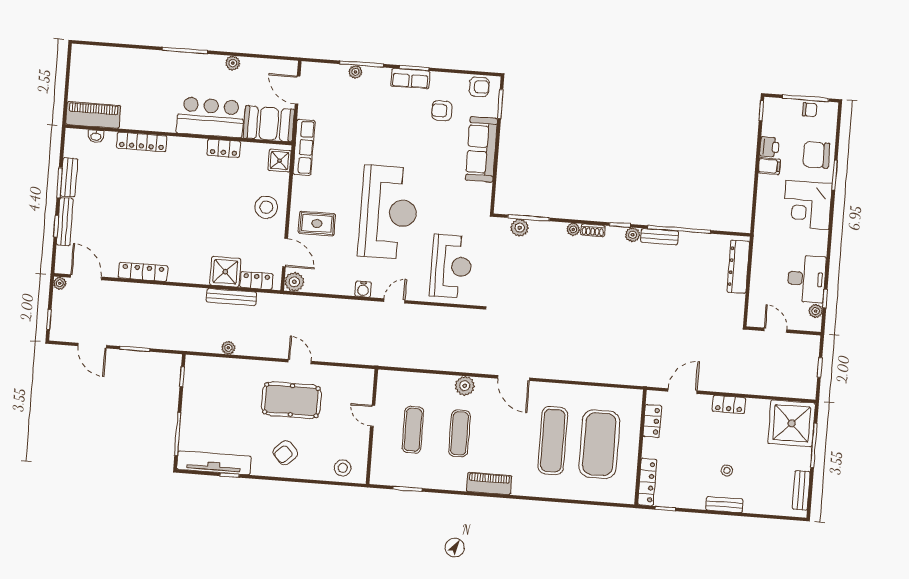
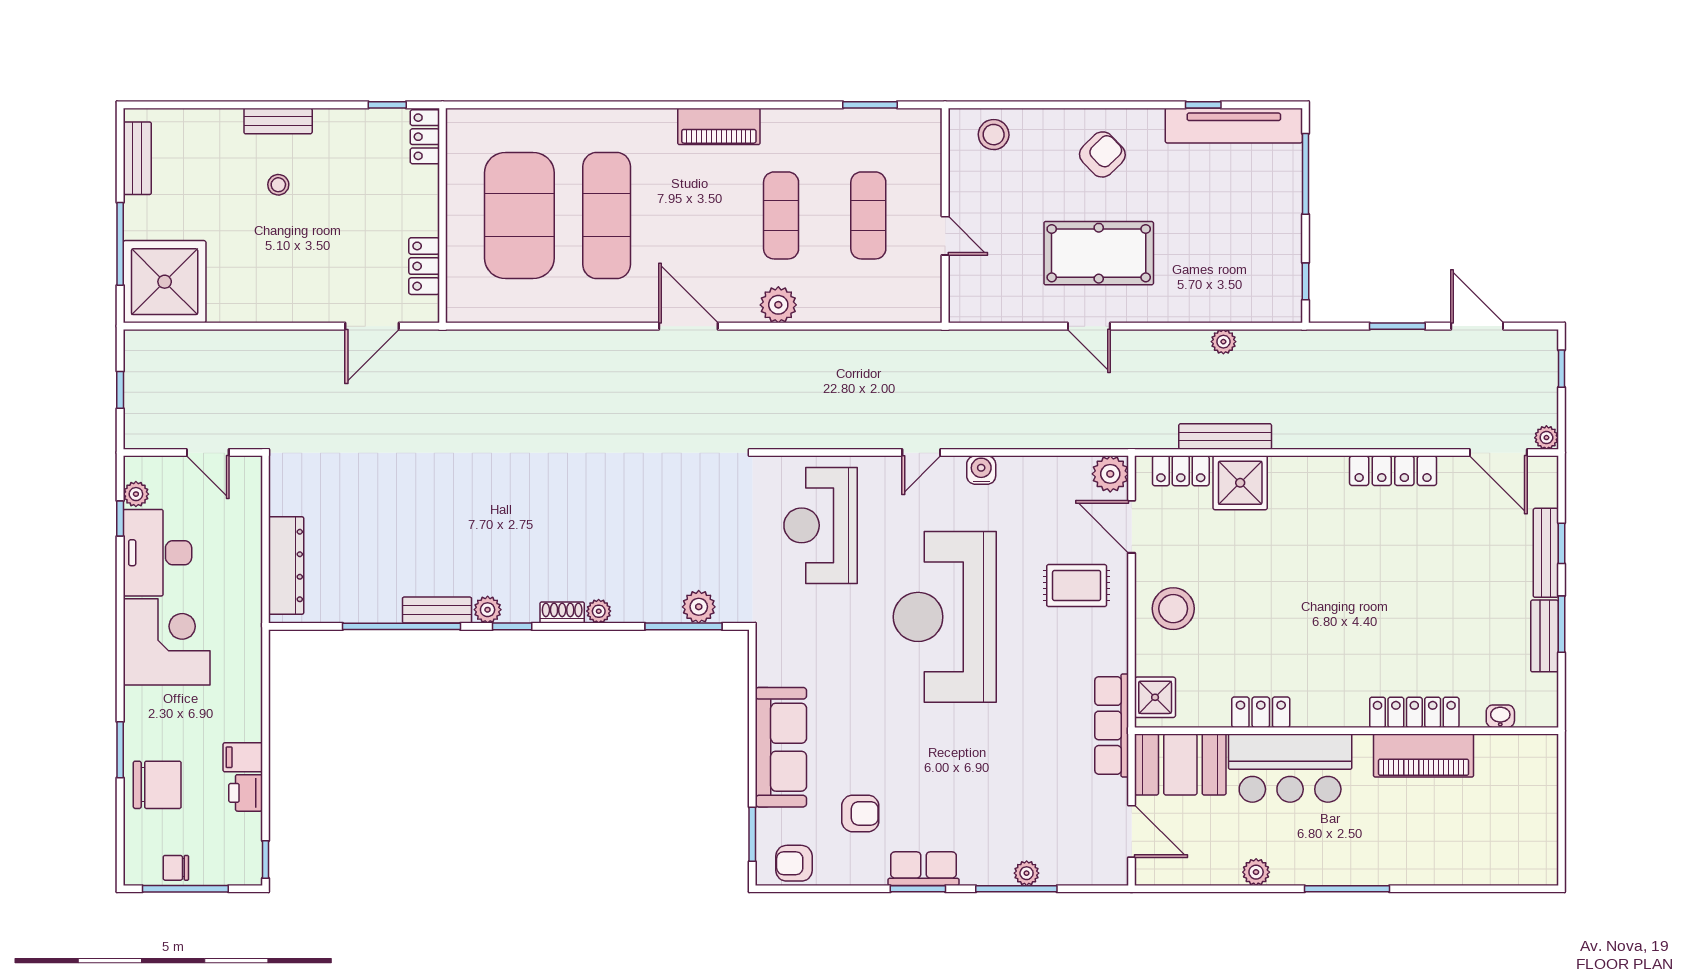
piano: (93, 115) -> (1424, 756), moved
corner desk: (807, 205) -> (167, 642), moved
locker: (729, 405) -> (284, 308), removed
locker: (647, 482) -> (425, 137), width x0.66

